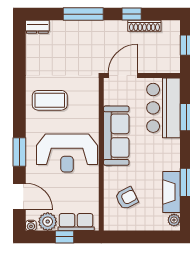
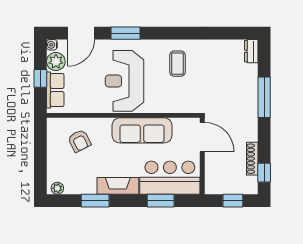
window: (132, 14) -> (264, 173), moved
coffee table: (50, 100) -> (177, 64), width x0.73, depth x0.77
fireplace: (172, 192) -> (118, 186), moved

